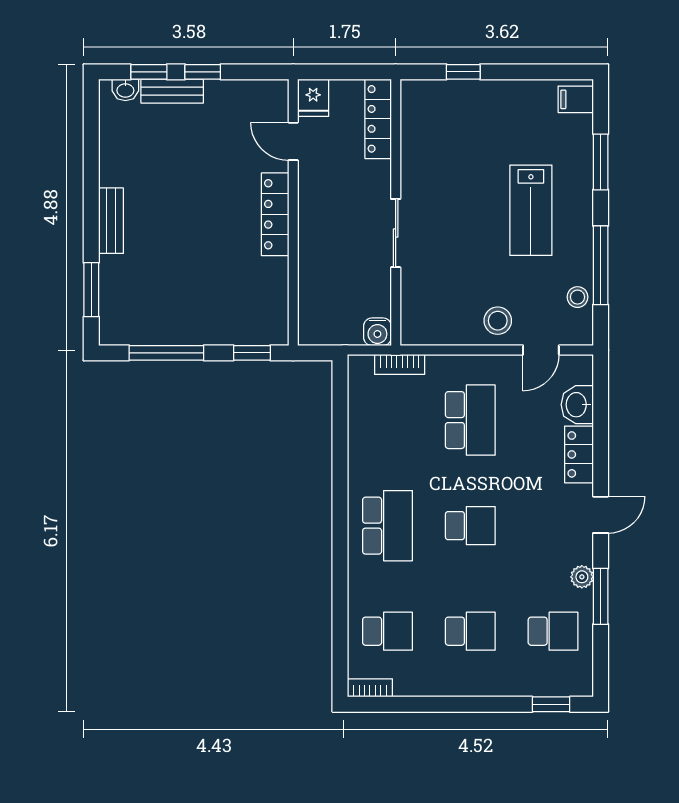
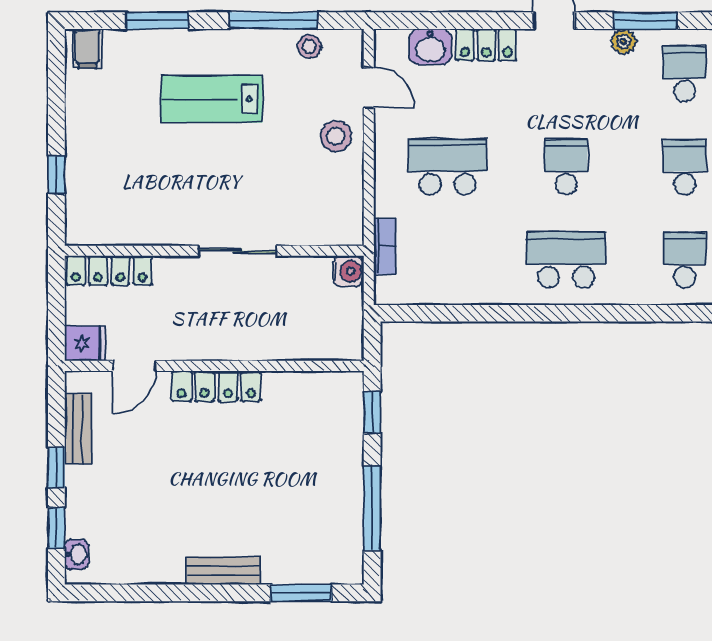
bench: (172, 91) -> (78, 429), moved
lab bench: (531, 210) -> (212, 99), turned 180

